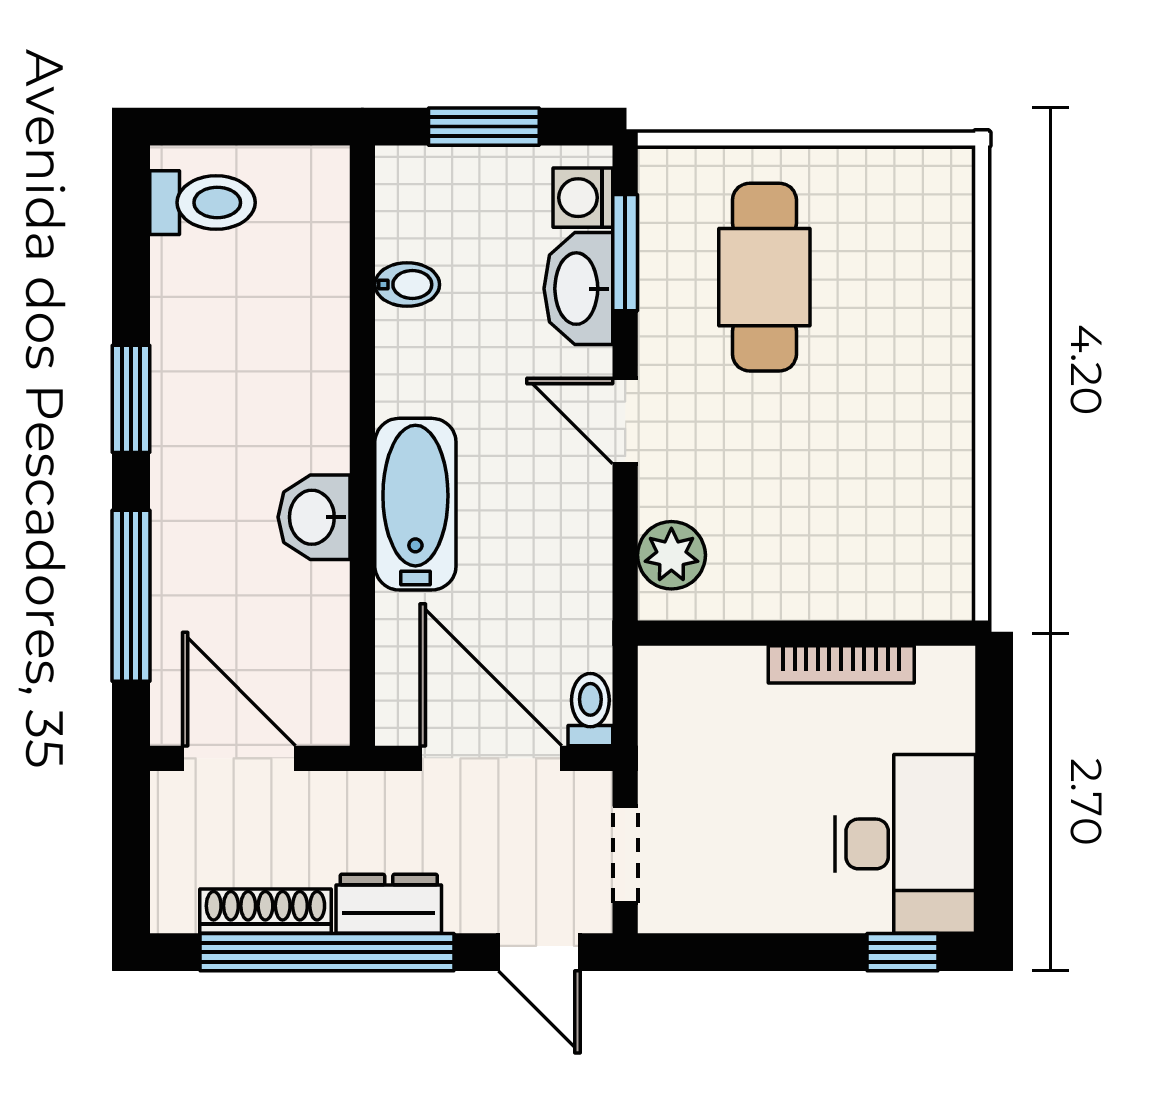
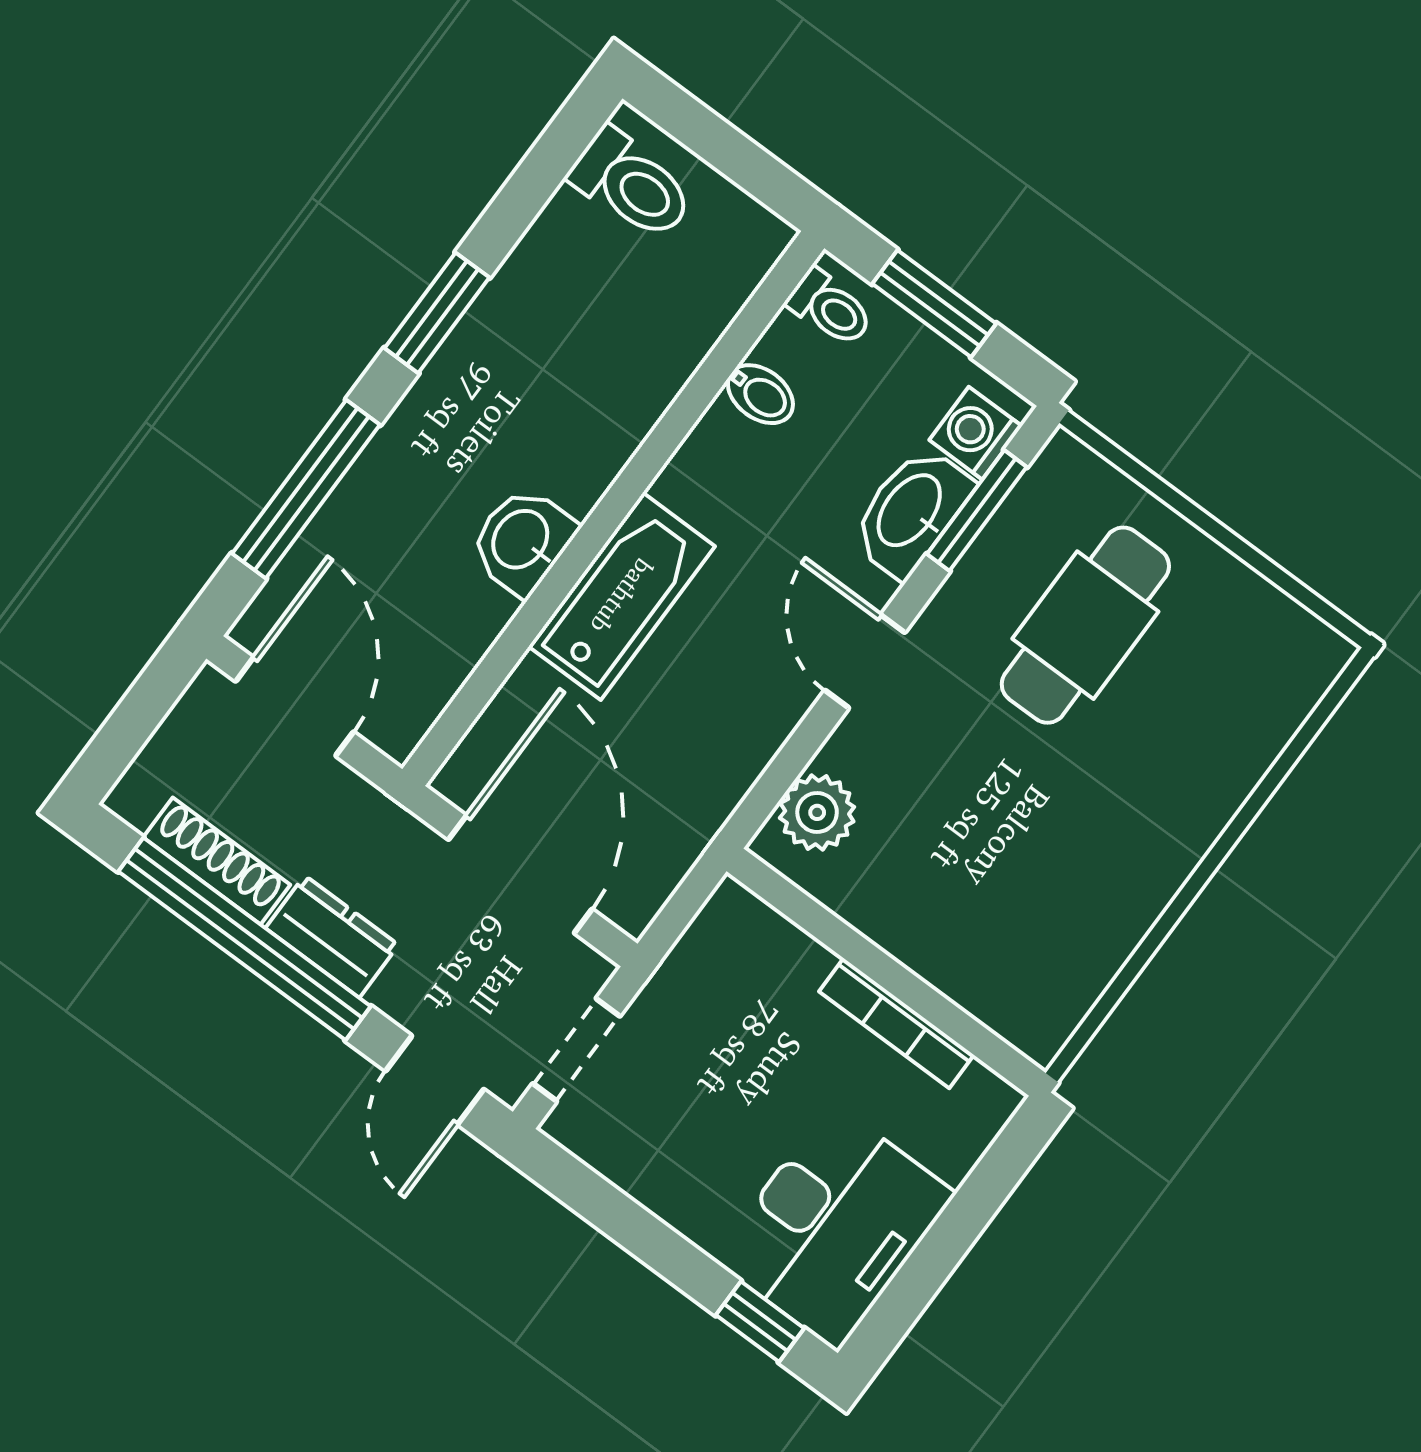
toilet: (590, 710) -> (830, 308), moved, turned 90

